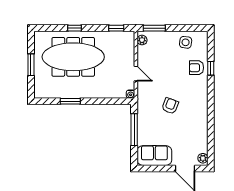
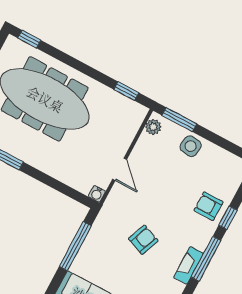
window: (74, 28) -> (29, 39), moved
side table: (186, 42) -> (191, 146), moved
window: (211, 98) -> (206, 259), added
fireplace: (203, 107) -> (188, 265), added

